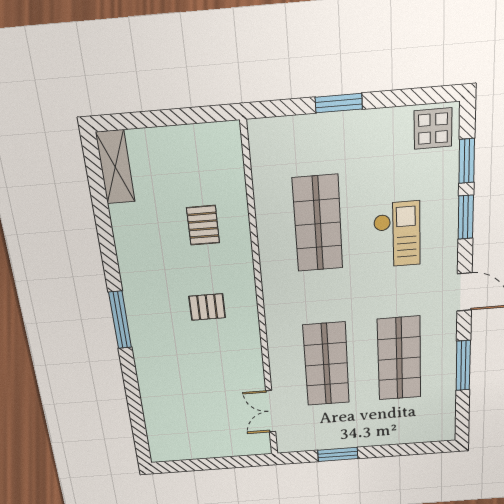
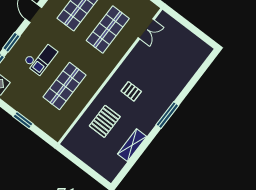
shelving: (115, 167) -> (132, 145), moved
pallet: (203, 225) -> (105, 121), width x1.50, depth x1.42
checkout: (397, 234) -> (40, 57), turned 180

